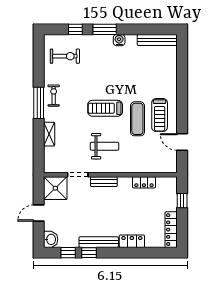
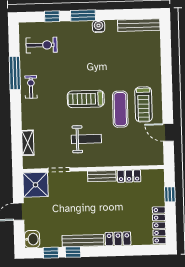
window: (39, 103) -> (15, 73), moved
shelving: (49, 134) -> (28, 143), moved
bench: (104, 182) -> (102, 176), moved

